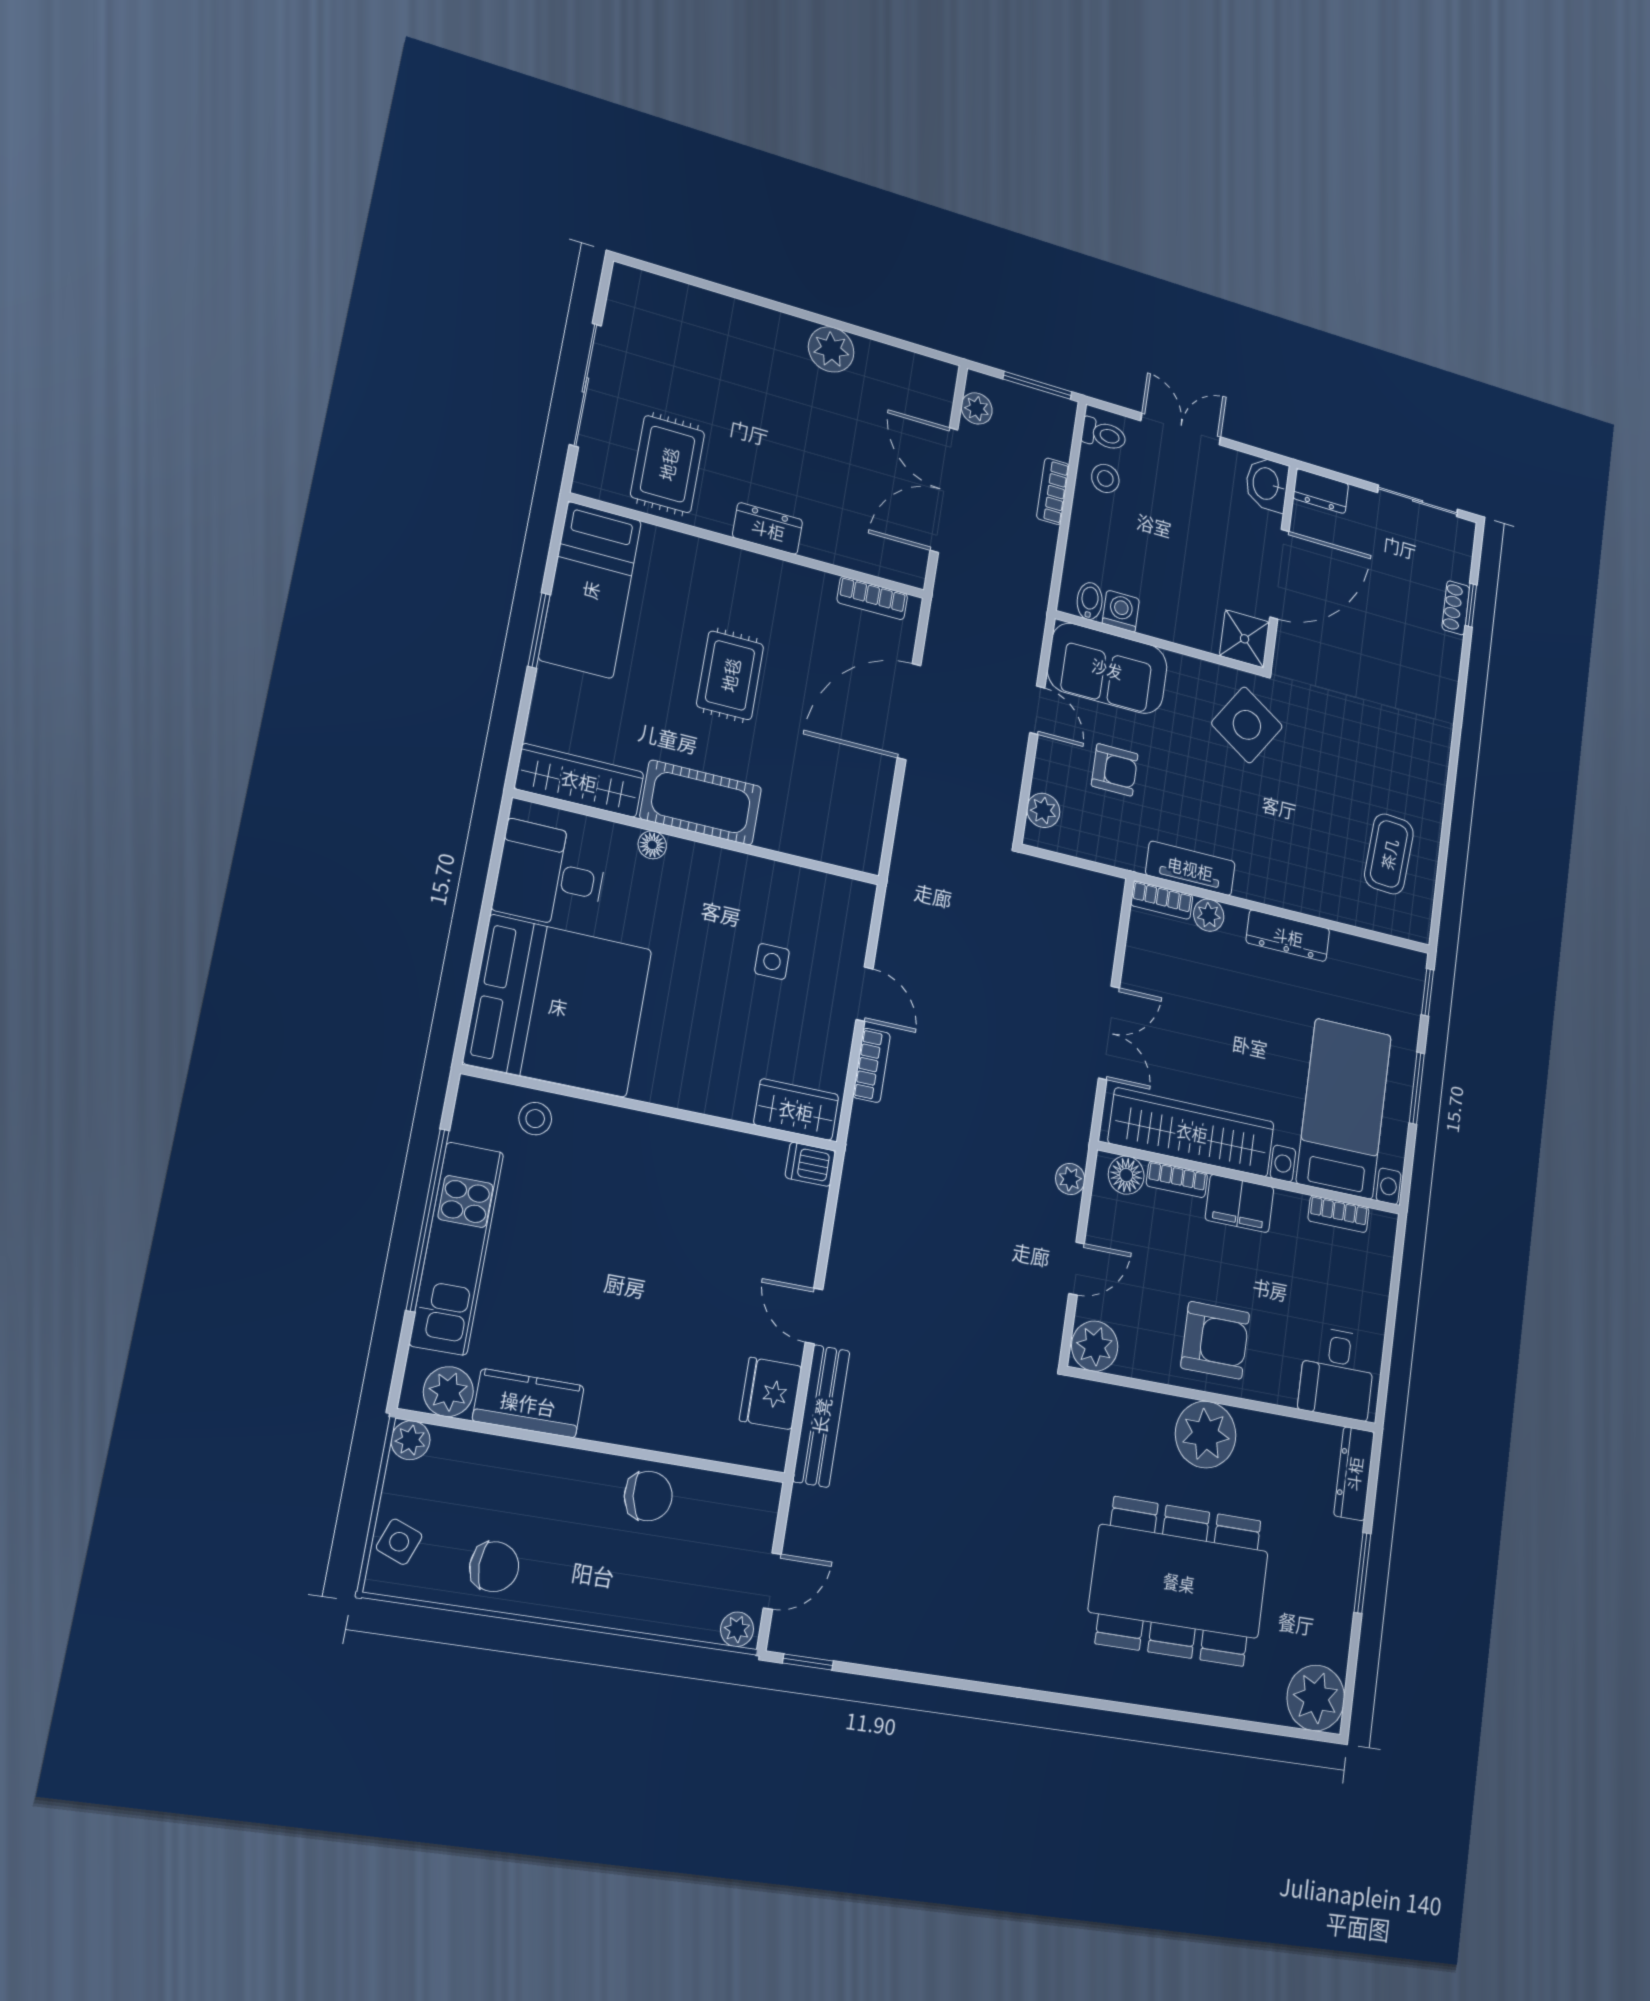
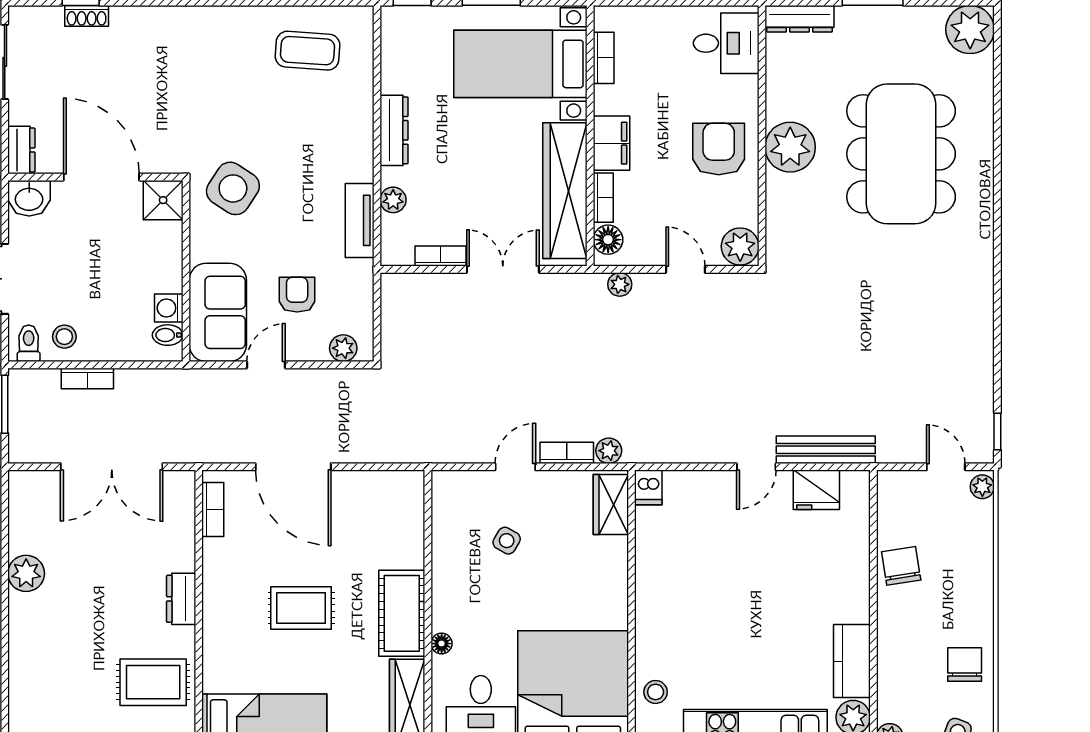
plant: (977, 408) -> (609, 451), moved
bookcase: (1162, 900) -> (441, 256), moved, turned -90
side table: (772, 961) -> (507, 541), turned 30

